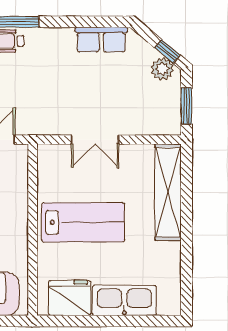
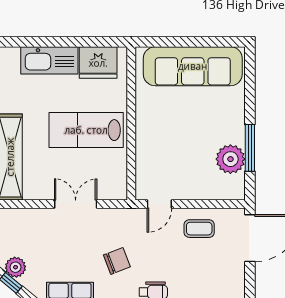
chair: (49, 76) -> (117, 261), added

